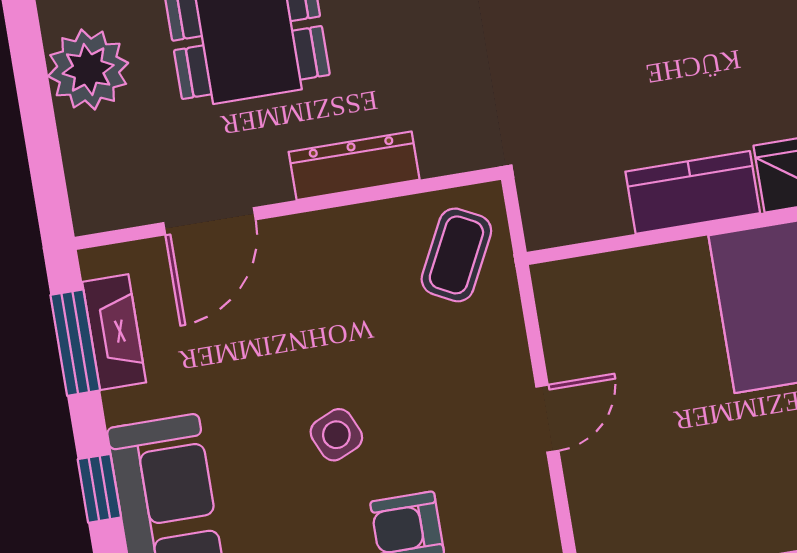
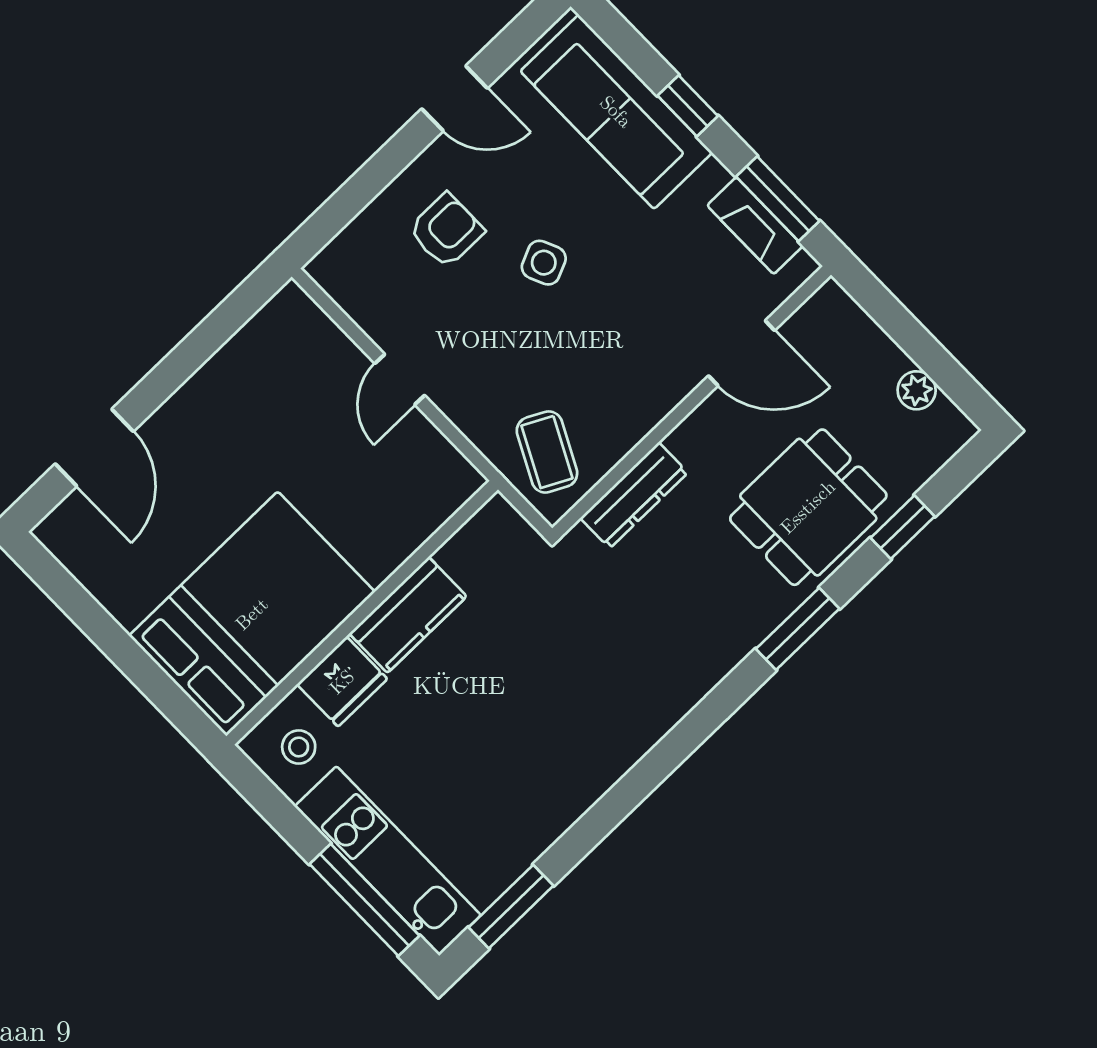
plant: (88, 69) -> (917, 390), width x0.53, depth x0.53
dresser: (354, 166) -> (634, 495), moved
door: (210, 221) -> (742, 353), swing flipped

